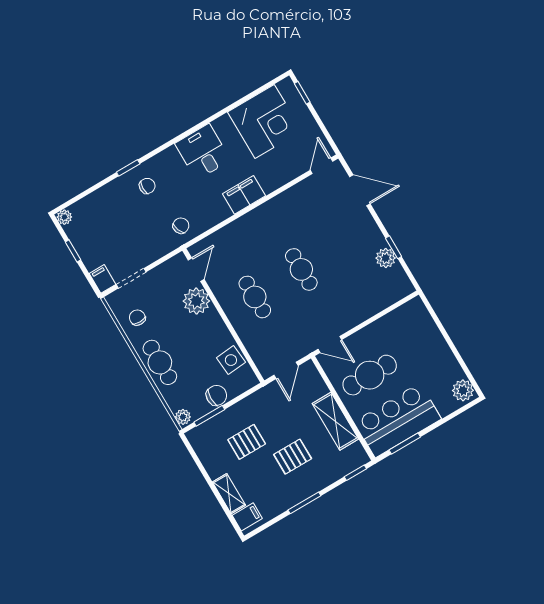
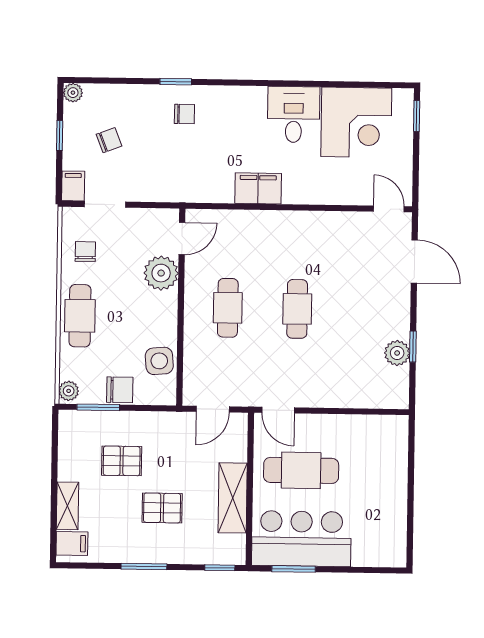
desk: (203, 152) -> (294, 114), moved
door: (321, 166) -> (389, 209), hinge flipped
filing cabinet: (244, 195) -> (258, 188), moved
chair: (181, 226) -> (109, 140), moved
plant: (463, 390) -> (393, 550), removed

